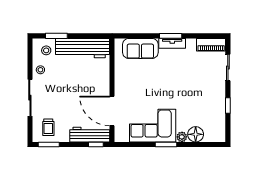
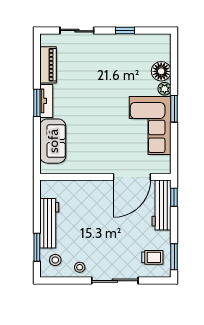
piano: (211, 45) -> (48, 65), moved
workbench: (83, 48) -> (49, 223), width x0.73, depth x0.76

